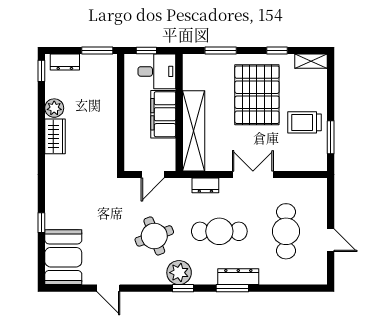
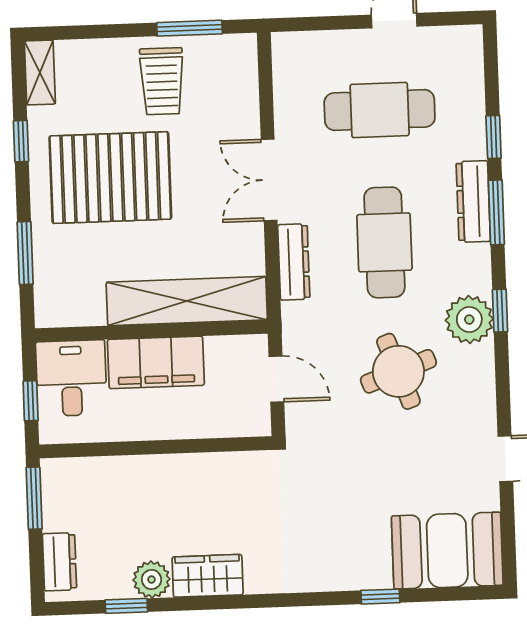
window: (41, 71) -> (126, 606), moved
dresser: (205, 185) -> (294, 262), width x1.44
window: (270, 288) -> (494, 137), added

